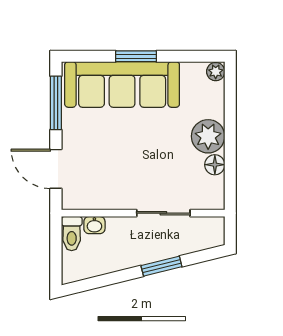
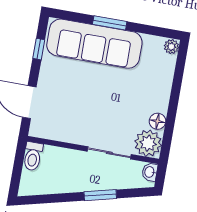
window: (56, 103) -> (39, 49), width x0.46
plant: (208, 136) -> (148, 143), moved
washbasin: (94, 225) -> (150, 172), moved, turned 90

